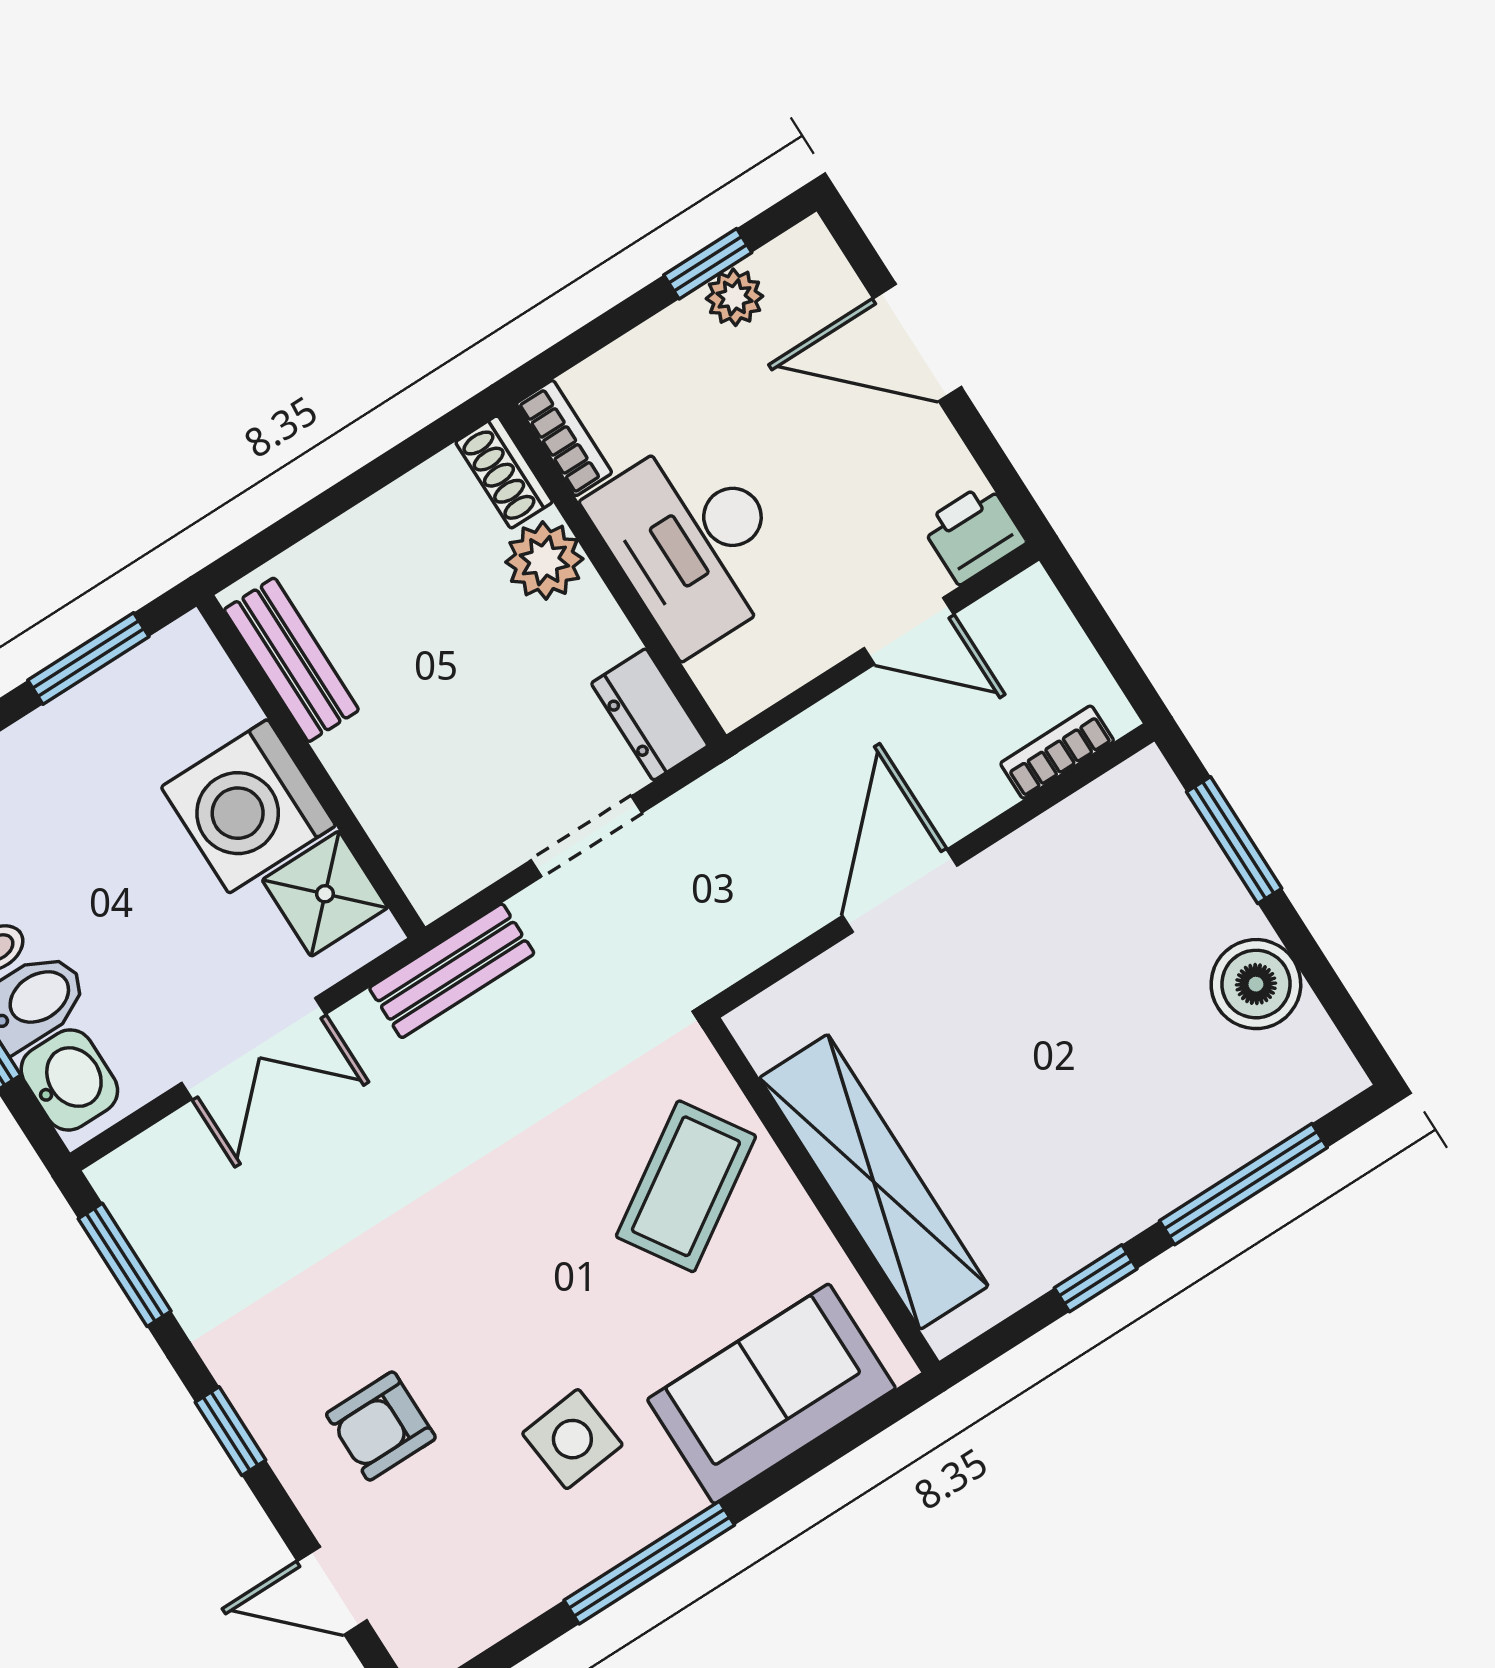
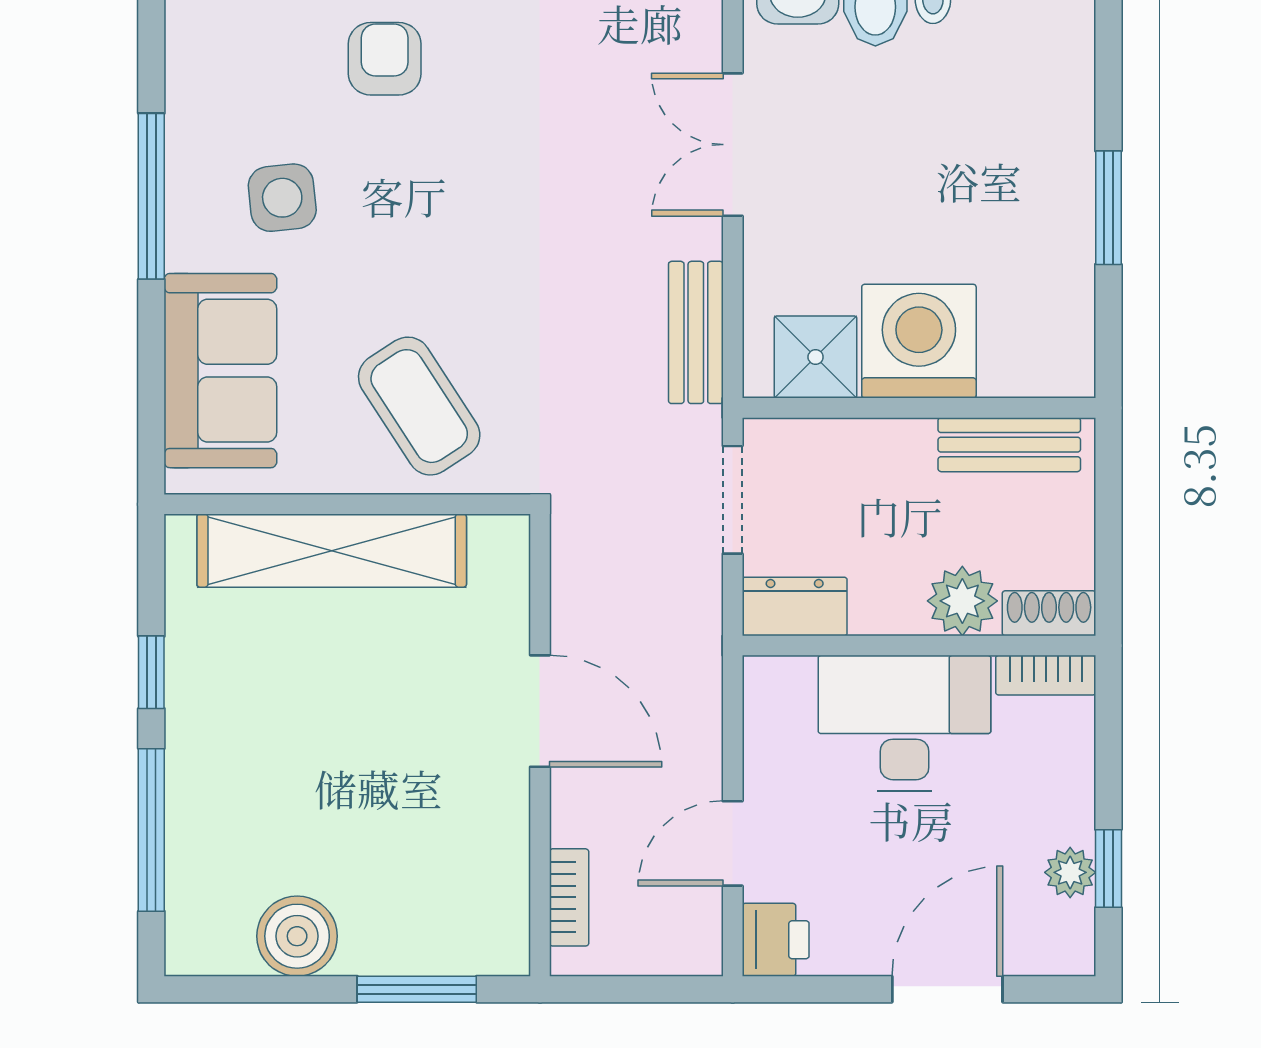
bench: (291, 660) -> (1009, 445), moved
wall: (311, 766) -> (919, 408), moved
washing machine: (248, 806) -> (919, 341), moved
shower: (325, 894) -> (816, 357), moved

